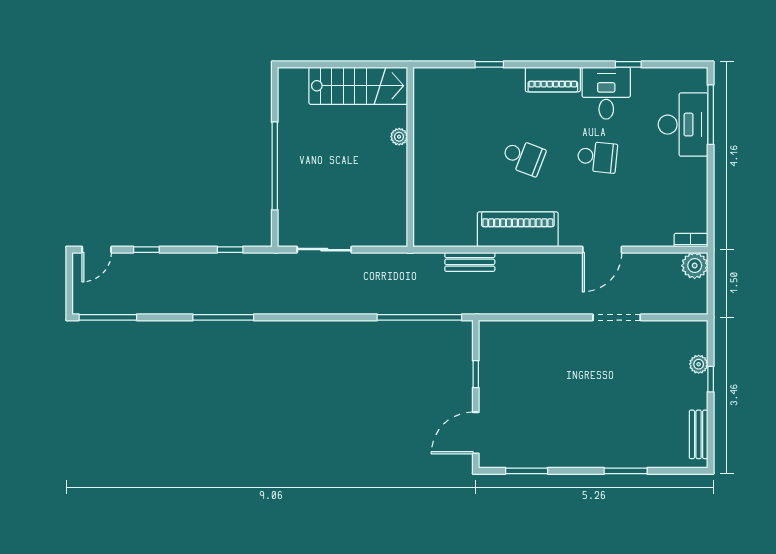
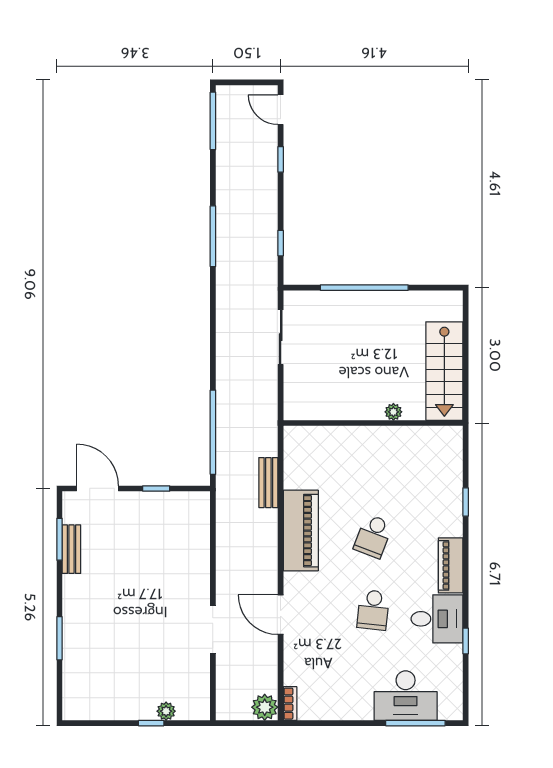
bench: (699, 434) -> (71, 549), moved, turned 90

